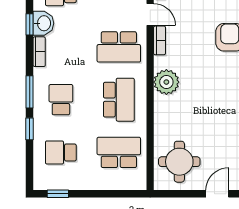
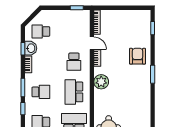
school desk: (119, 47) -> (74, 62), width x0.54
school desk: (61, 100) -> (41, 92), turned 90
school desk: (119, 100) -> (74, 92), turned 180

